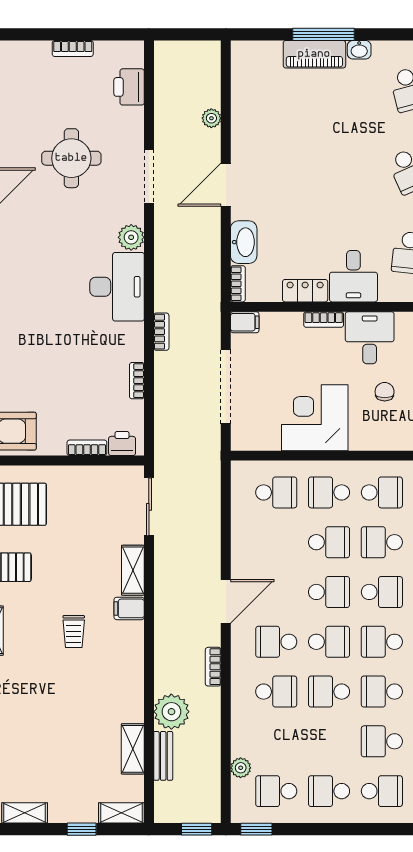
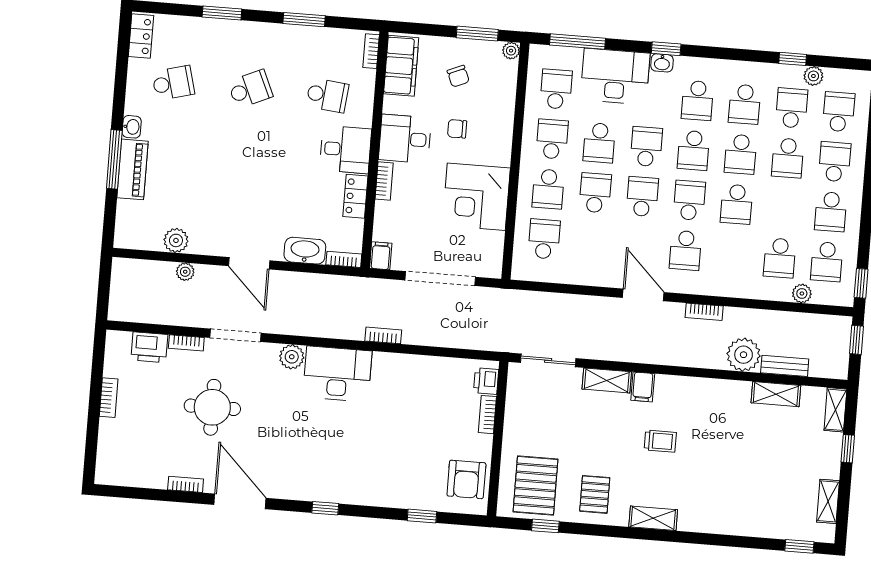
plant: (244, 106) -> (176, 240), added
bookcase: (137, 381) -> (186, 343), moved
school desk: (276, 692) -> (780, 258), moved, turned 180

